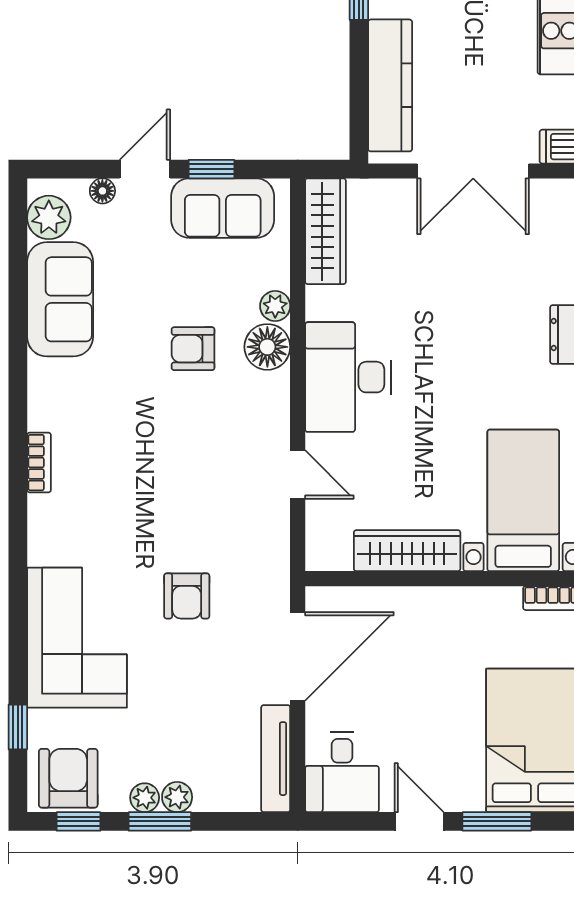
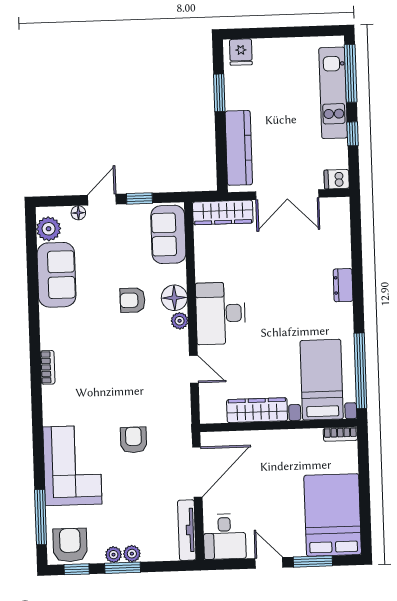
sofa: (223, 208) -> (168, 234), moved, turned 90
wardrobe: (325, 231) -> (223, 212), moved, turned 90
plant: (275, 306) -> (180, 321), moved
armchair: (187, 596) -> (134, 440), turned 180
window: (18, 727) -> (41, 517), width x2.17

